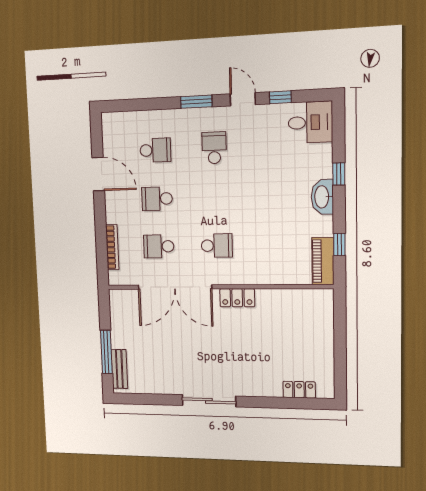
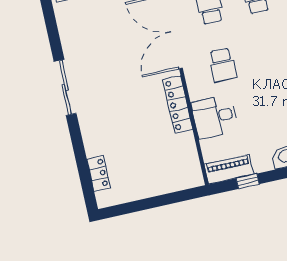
desk: (266, 264) -> (215, 117), added
locker: (237, 298) -> (178, 104), width x1.53

